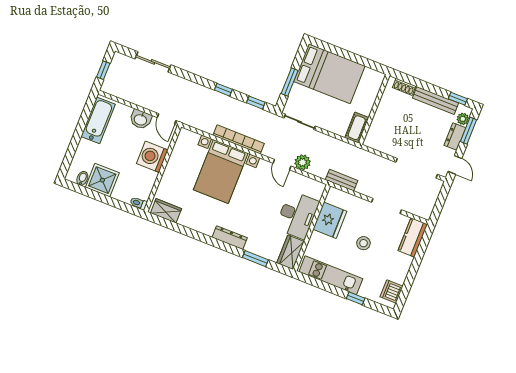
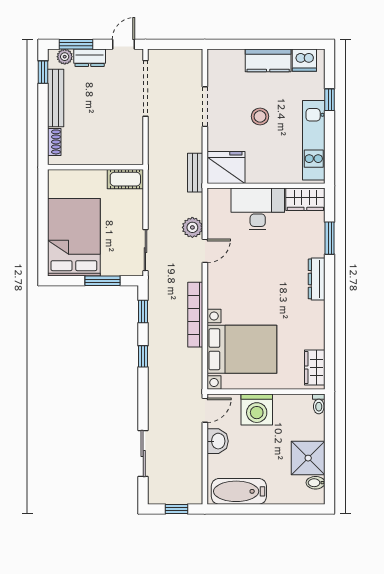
bed with nightstands: (221, 171) -> (242, 349), moved
fridge: (330, 220) -> (226, 167), moved
kitchen counter: (413, 237) -> (268, 60), moved

